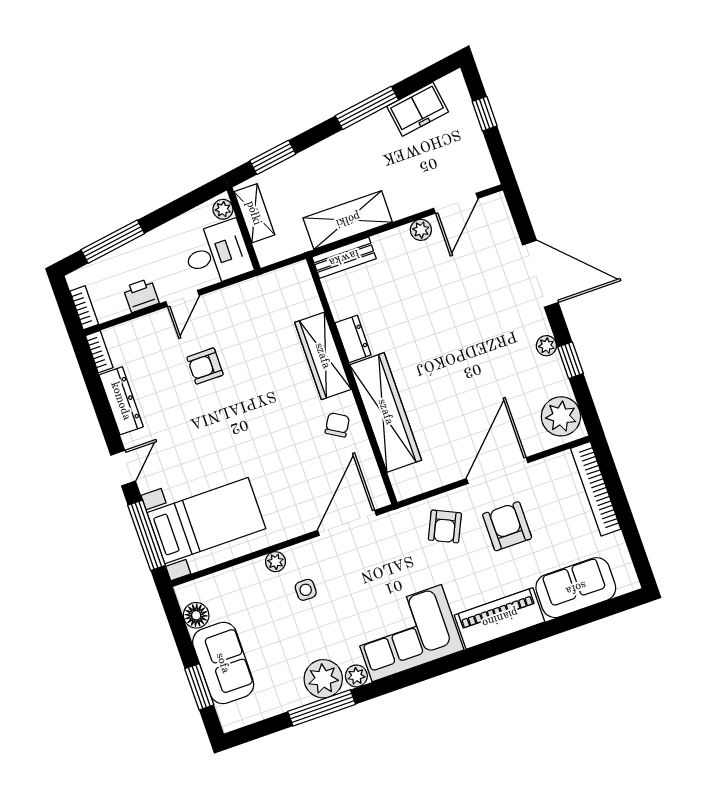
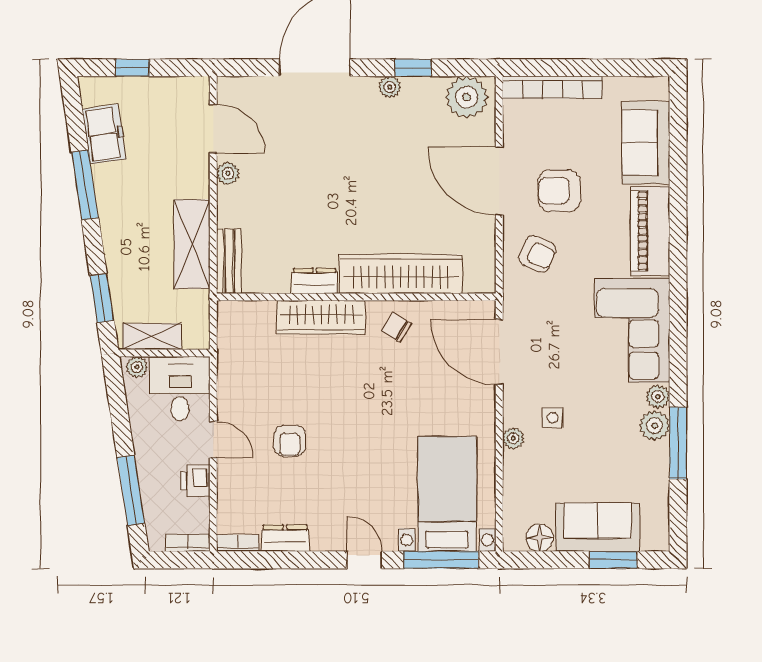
dresser: (121, 401) -> (285, 538), width x0.70
plant: (323, 679) -> (655, 426), width x0.73, depth x0.73

